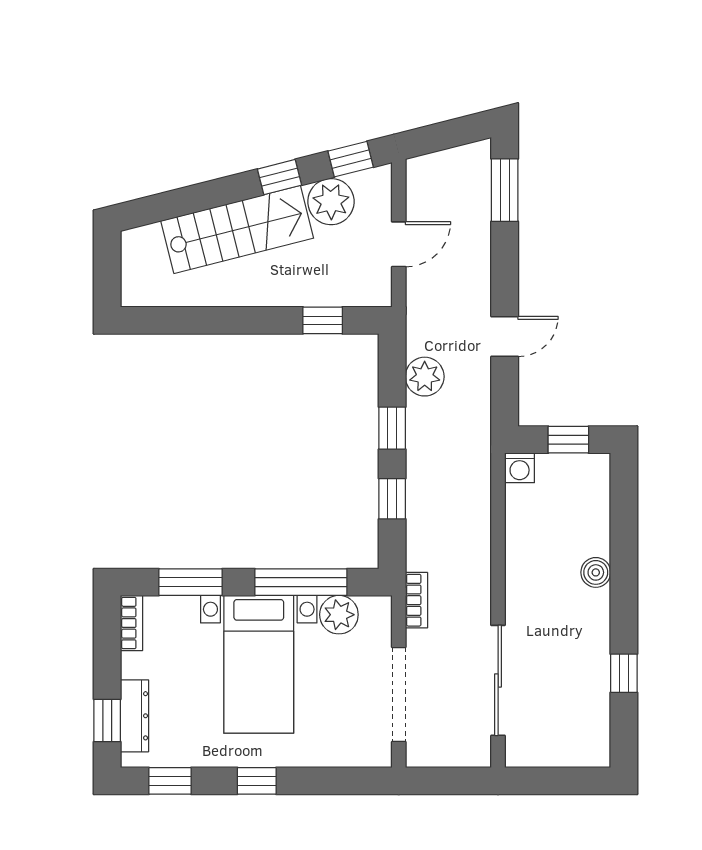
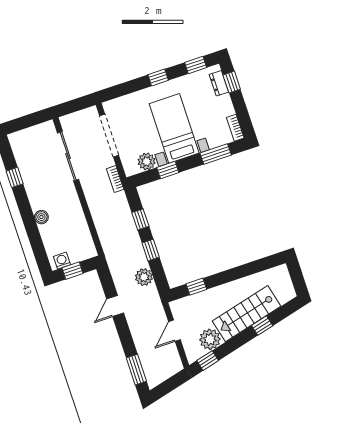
window: (280, 177) -> (262, 326), moved
washing machine: (520, 468) -> (62, 261), moved
window: (301, 582) -> (168, 170), width x0.46
dresser: (135, 716) -> (219, 83), width x0.70

